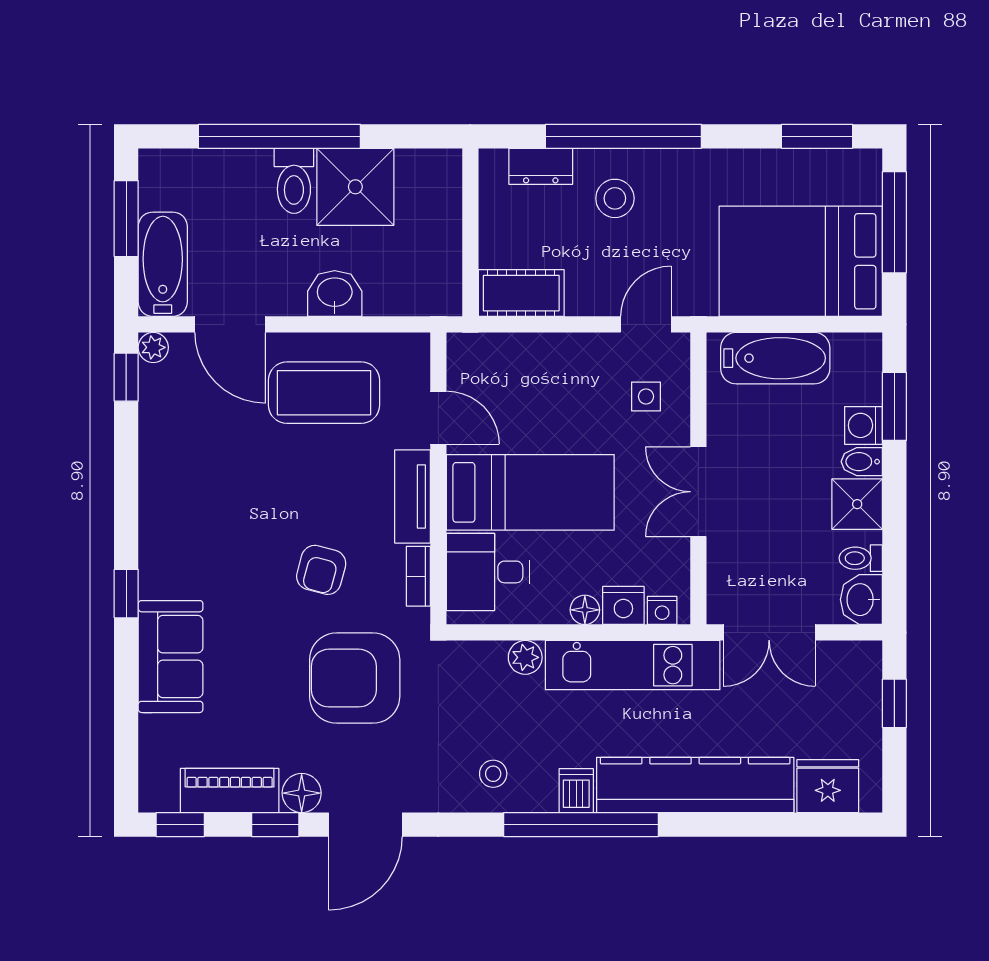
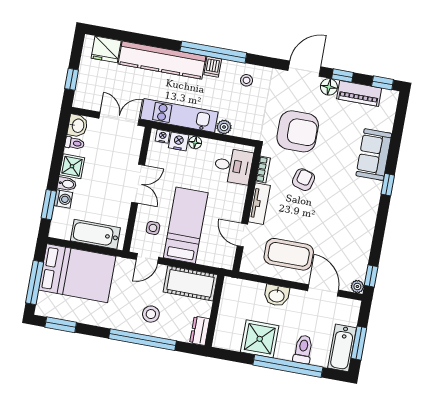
dresser: (541, 166) -> (200, 331), moved, turned -90
toilet: (294, 181) -> (303, 349), moved
bathtub: (163, 264) -> (342, 348), moved
cot: (521, 293) -> (190, 283), width x1.37, depth x1.34
bed: (530, 492) -> (186, 225), moved, turned 90

